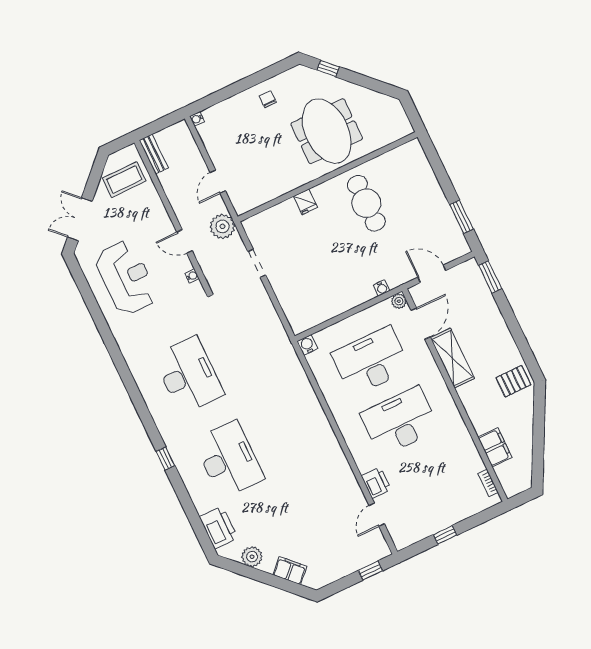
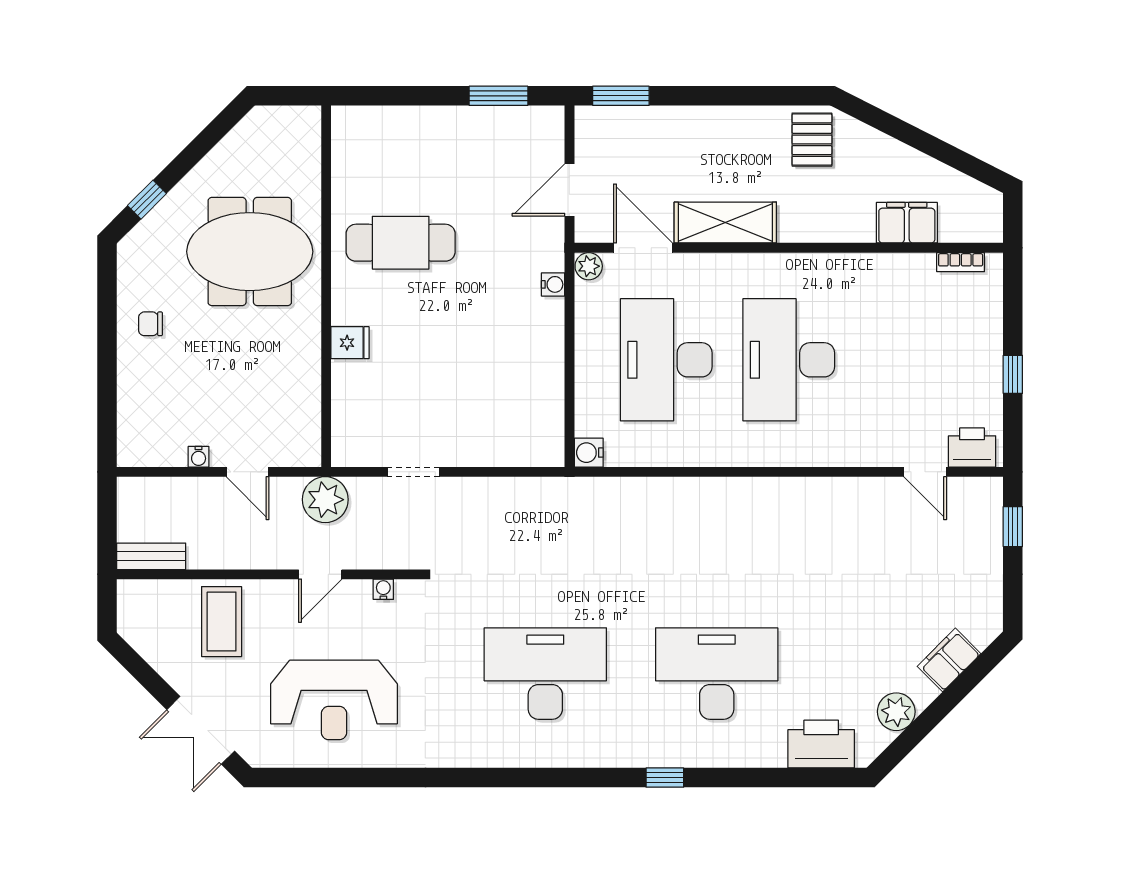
water cooler: (197, 119) -> (199, 457), moved
coffee table: (124, 180) -> (222, 622), moved
reception desk: (126, 278) -> (334, 700), turned 180
printer: (376, 483) -> (972, 448), moved

